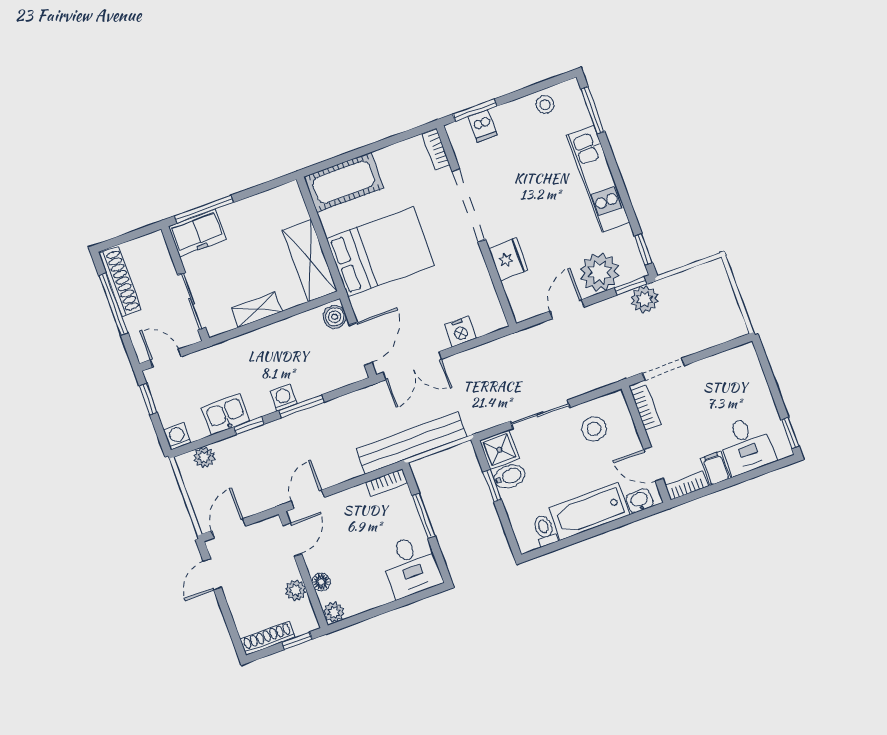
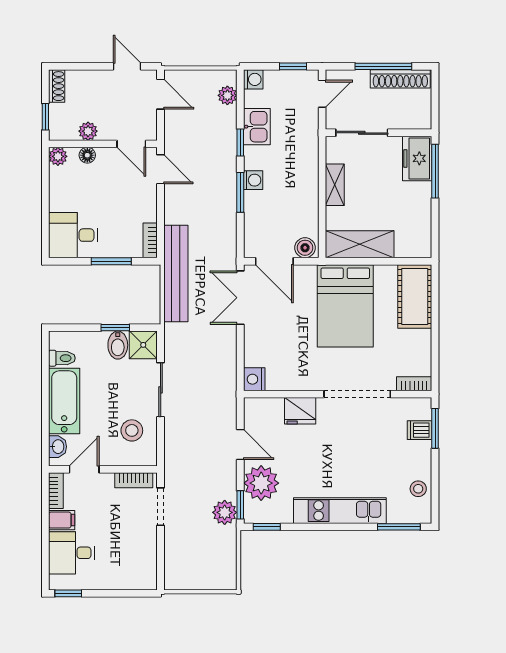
nightstand: (460, 332) -> (254, 379), moved
shoe rack: (268, 638) -> (57, 86), width x0.70

